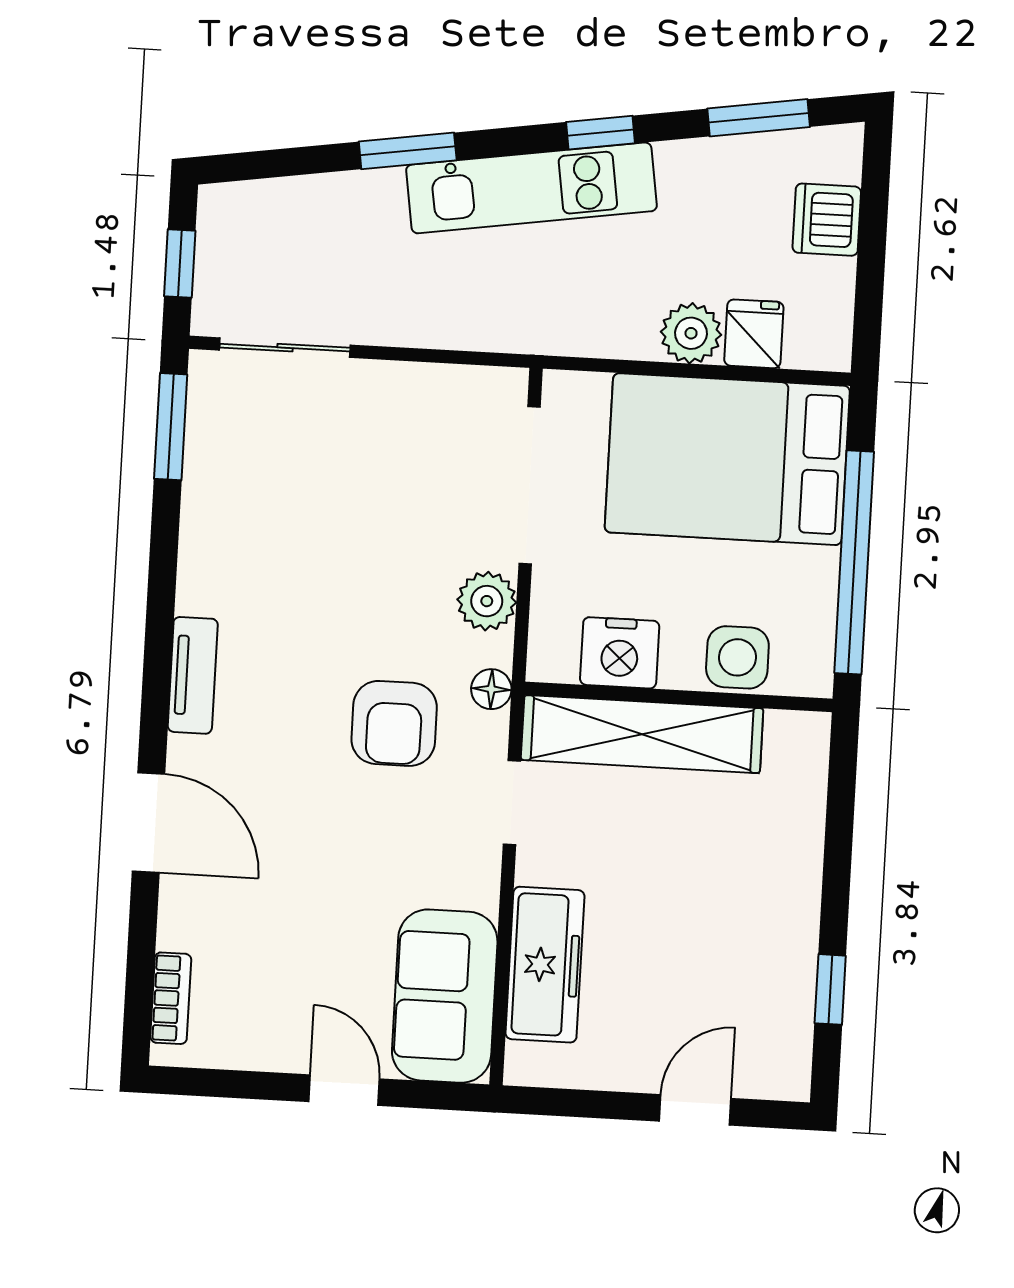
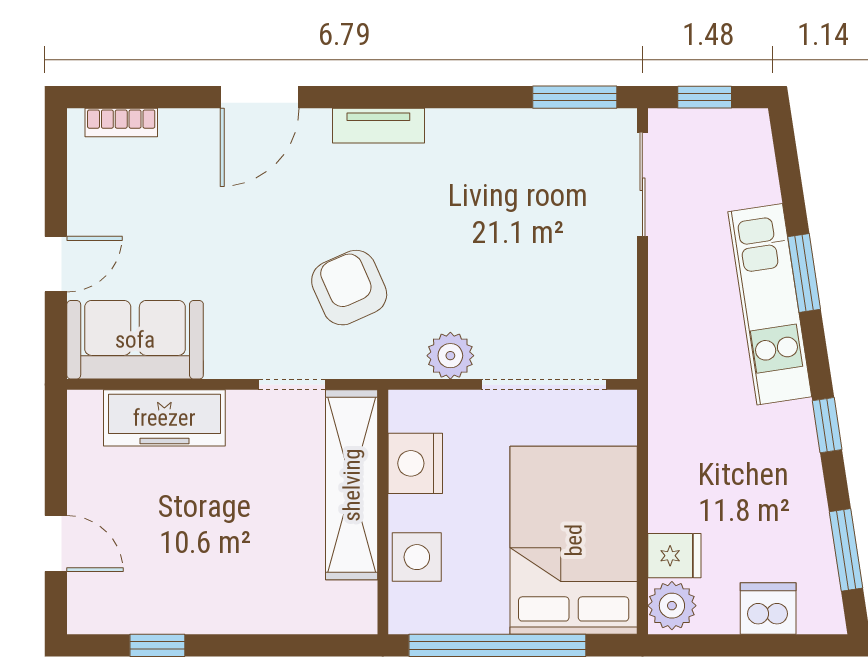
kitchen unit: (532, 188) -> (770, 304), moved
plant: (691, 333) -> (672, 606), moved
floor lamp: (491, 689) -> (381, 363), removed
armchair: (394, 723) -> (349, 288), turned 66

